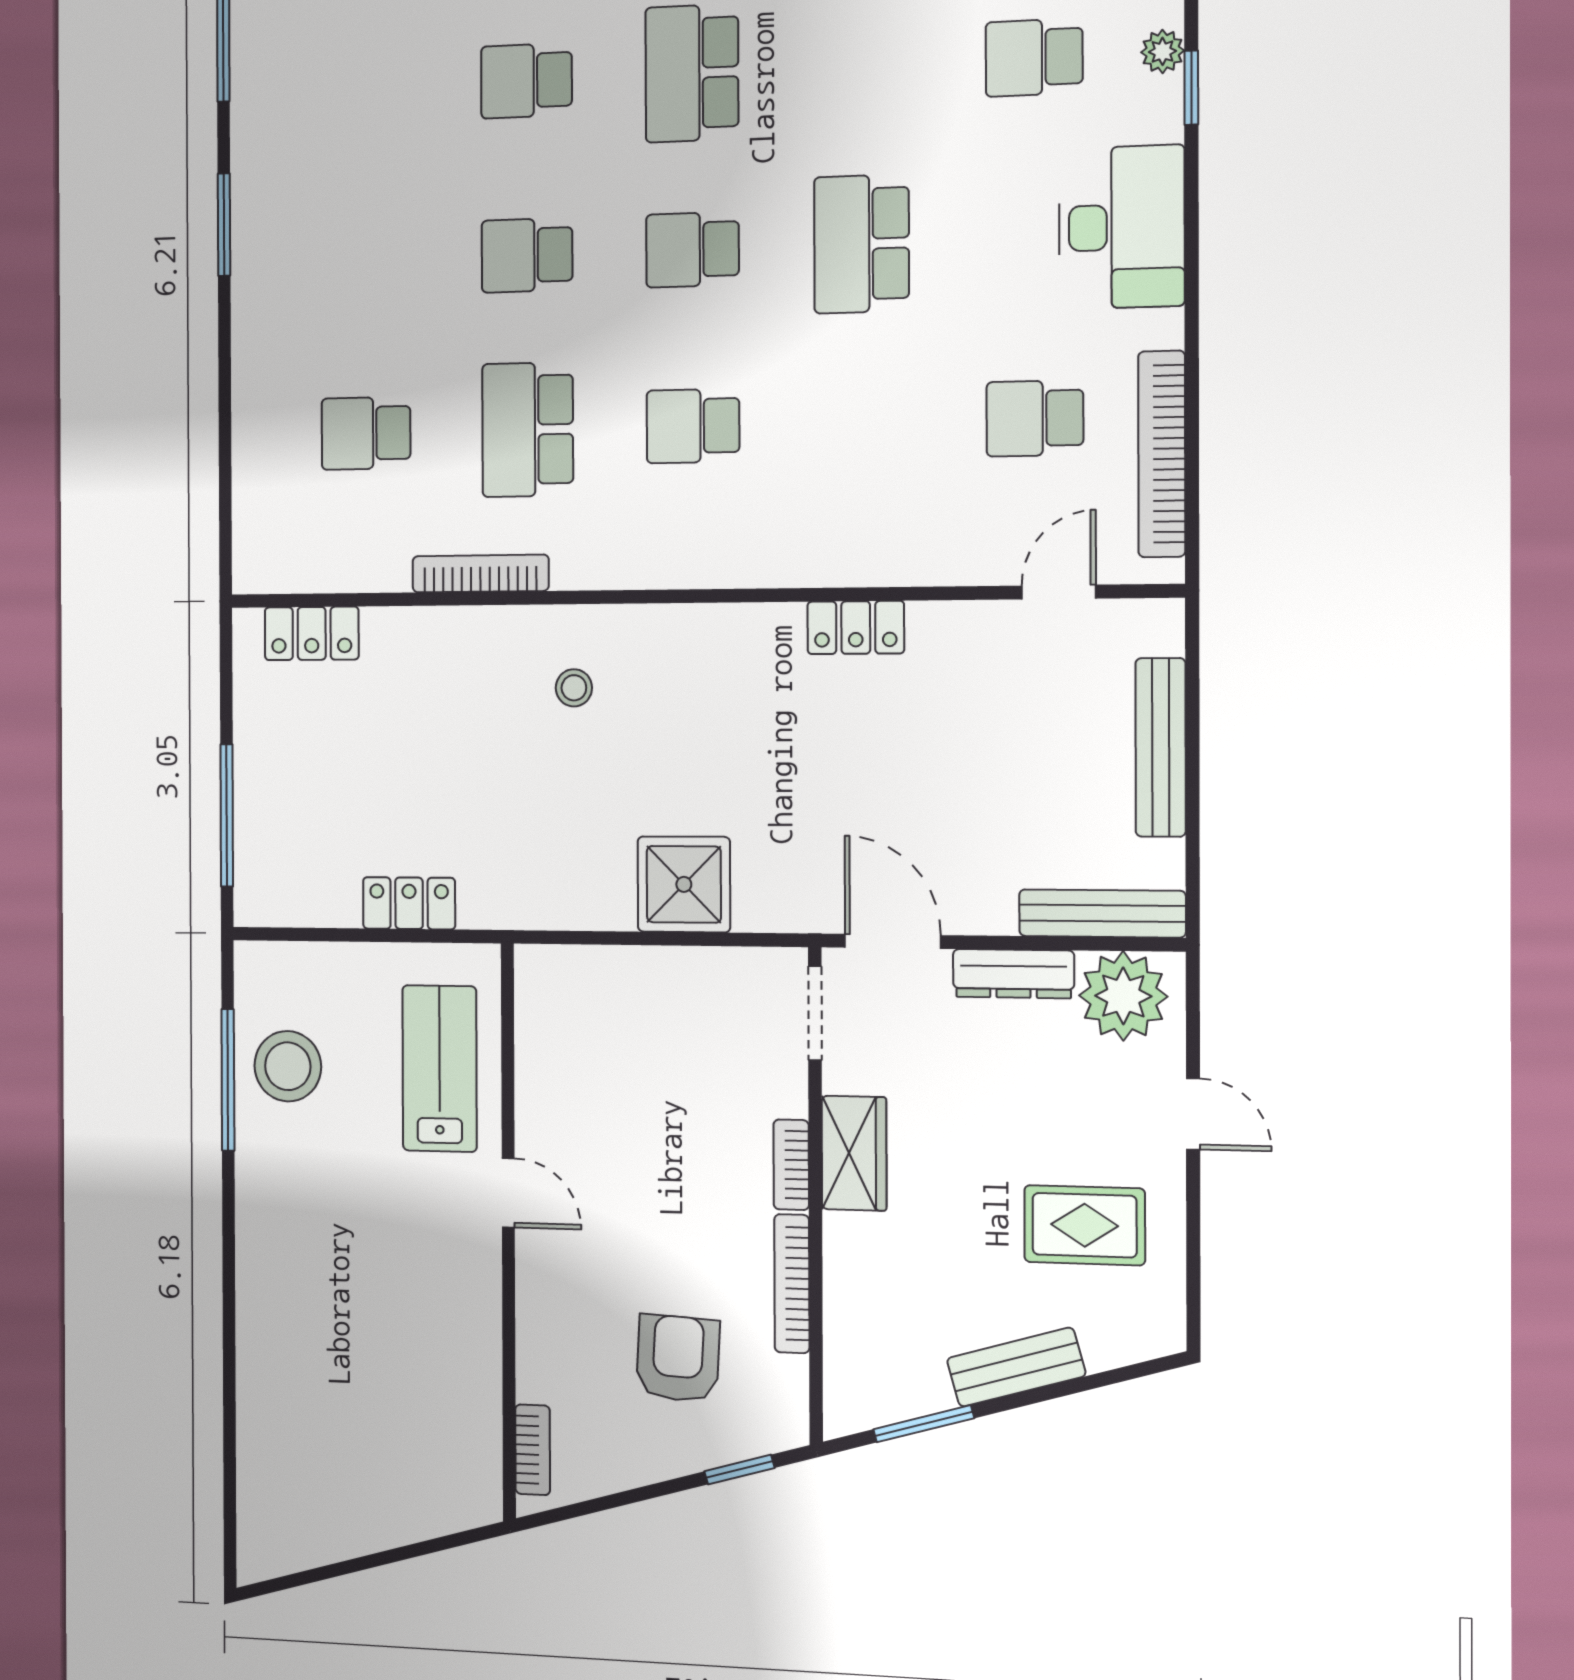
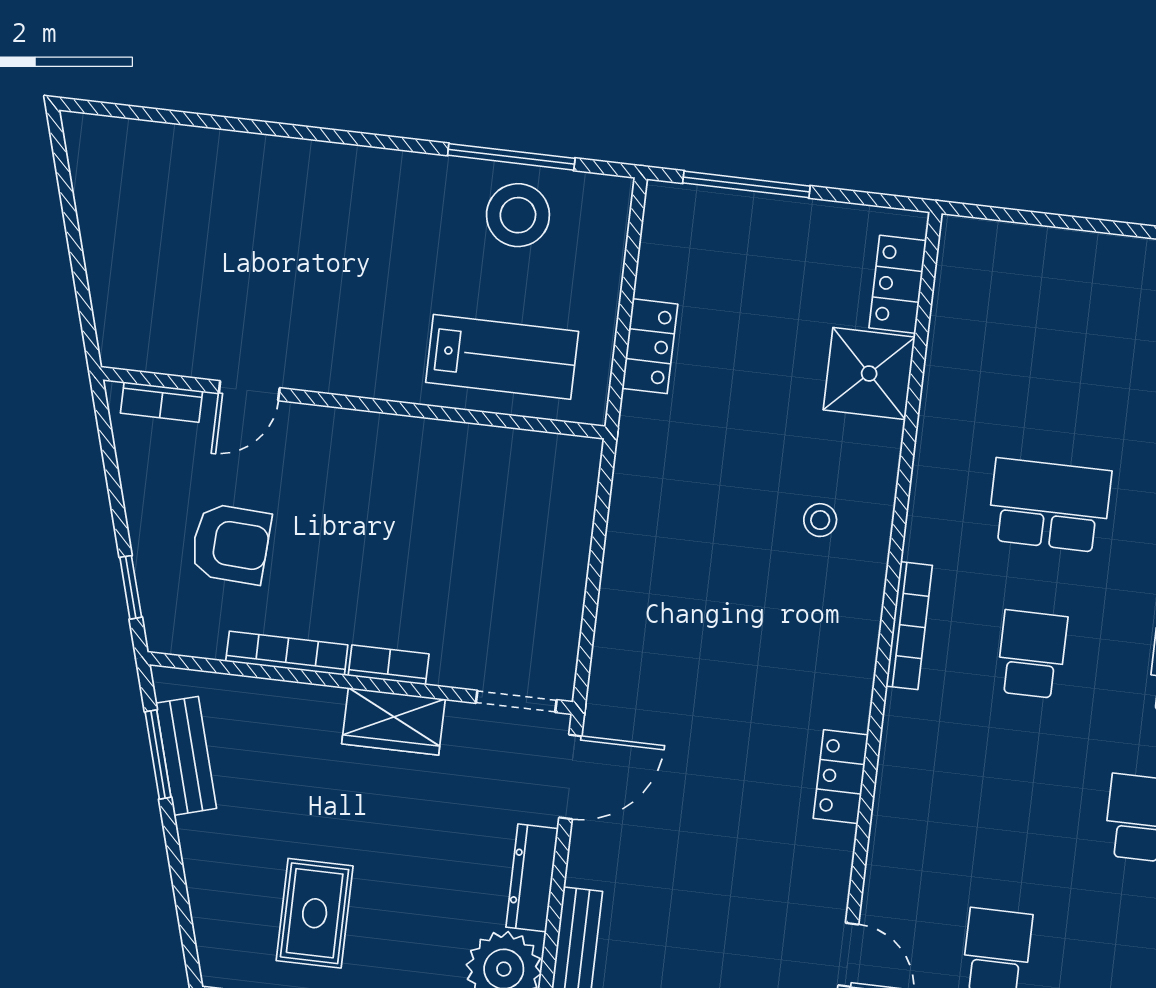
school desk: (366, 433) -> (1067, 356), removed
bookcase: (480, 574) -> (909, 626), moved
shower: (684, 884) -> (869, 373), moved
door: (508, 1193) -> (249, 391), moved
bench: (1016, 1367) -> (186, 756), moved

